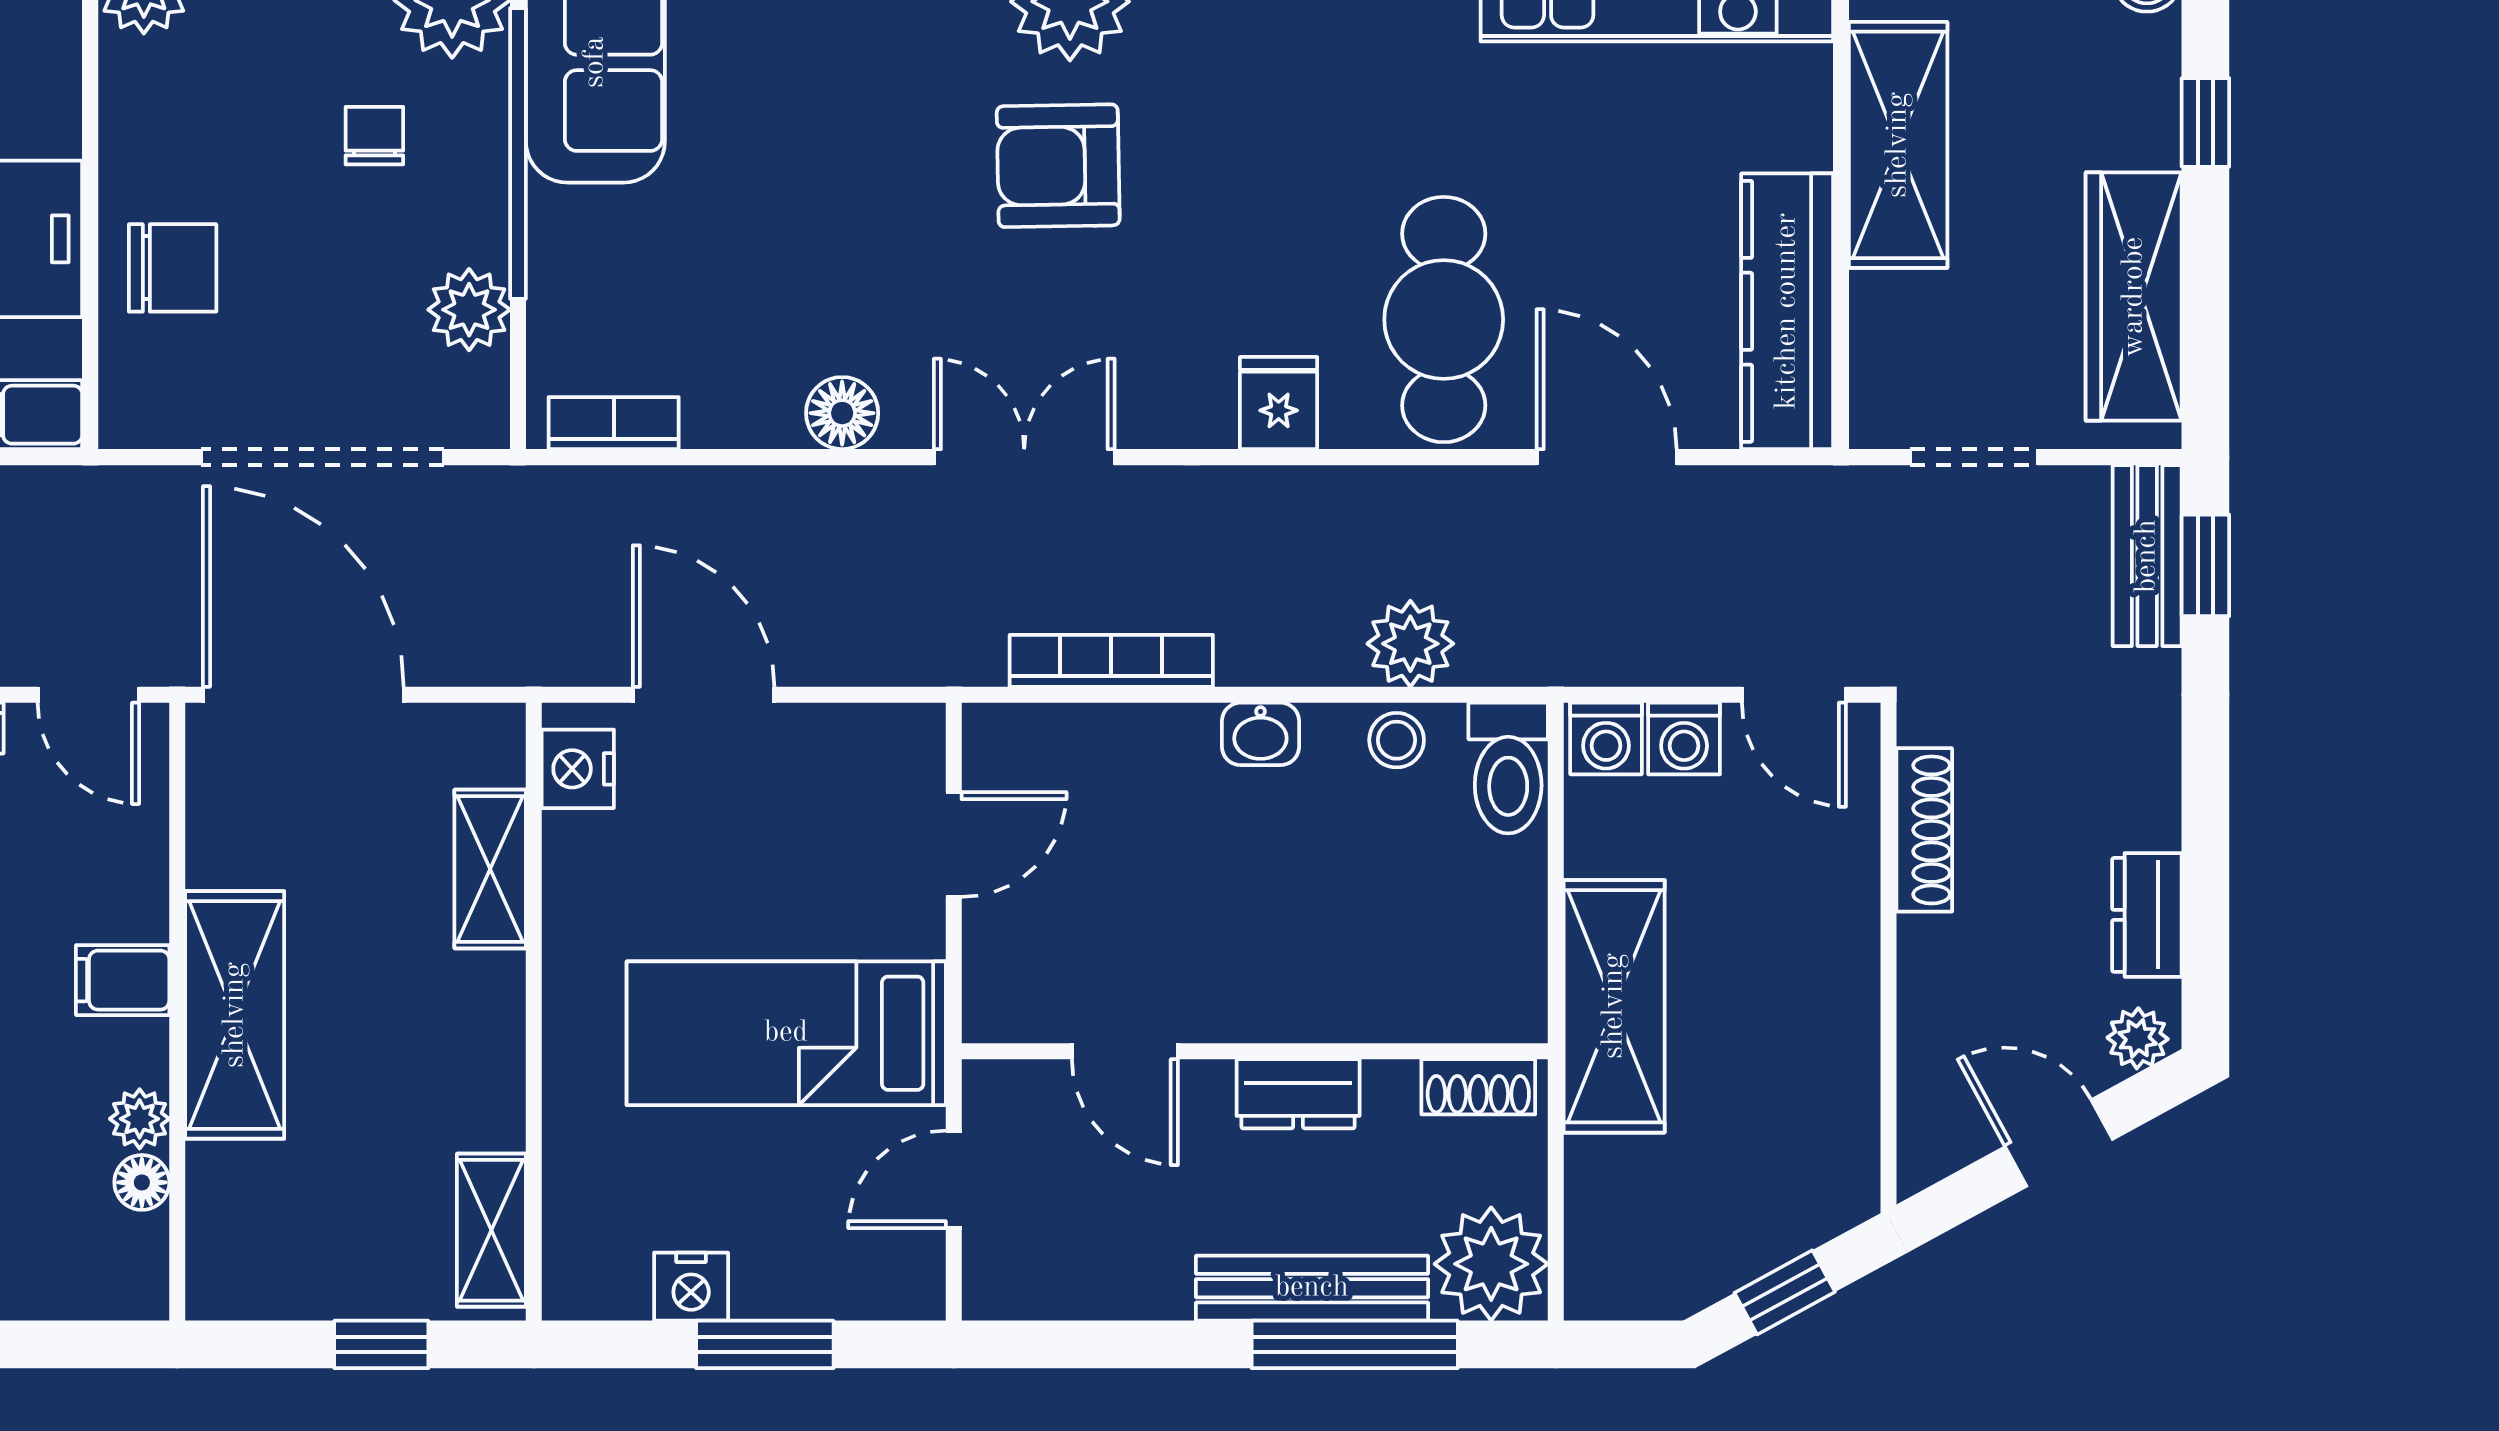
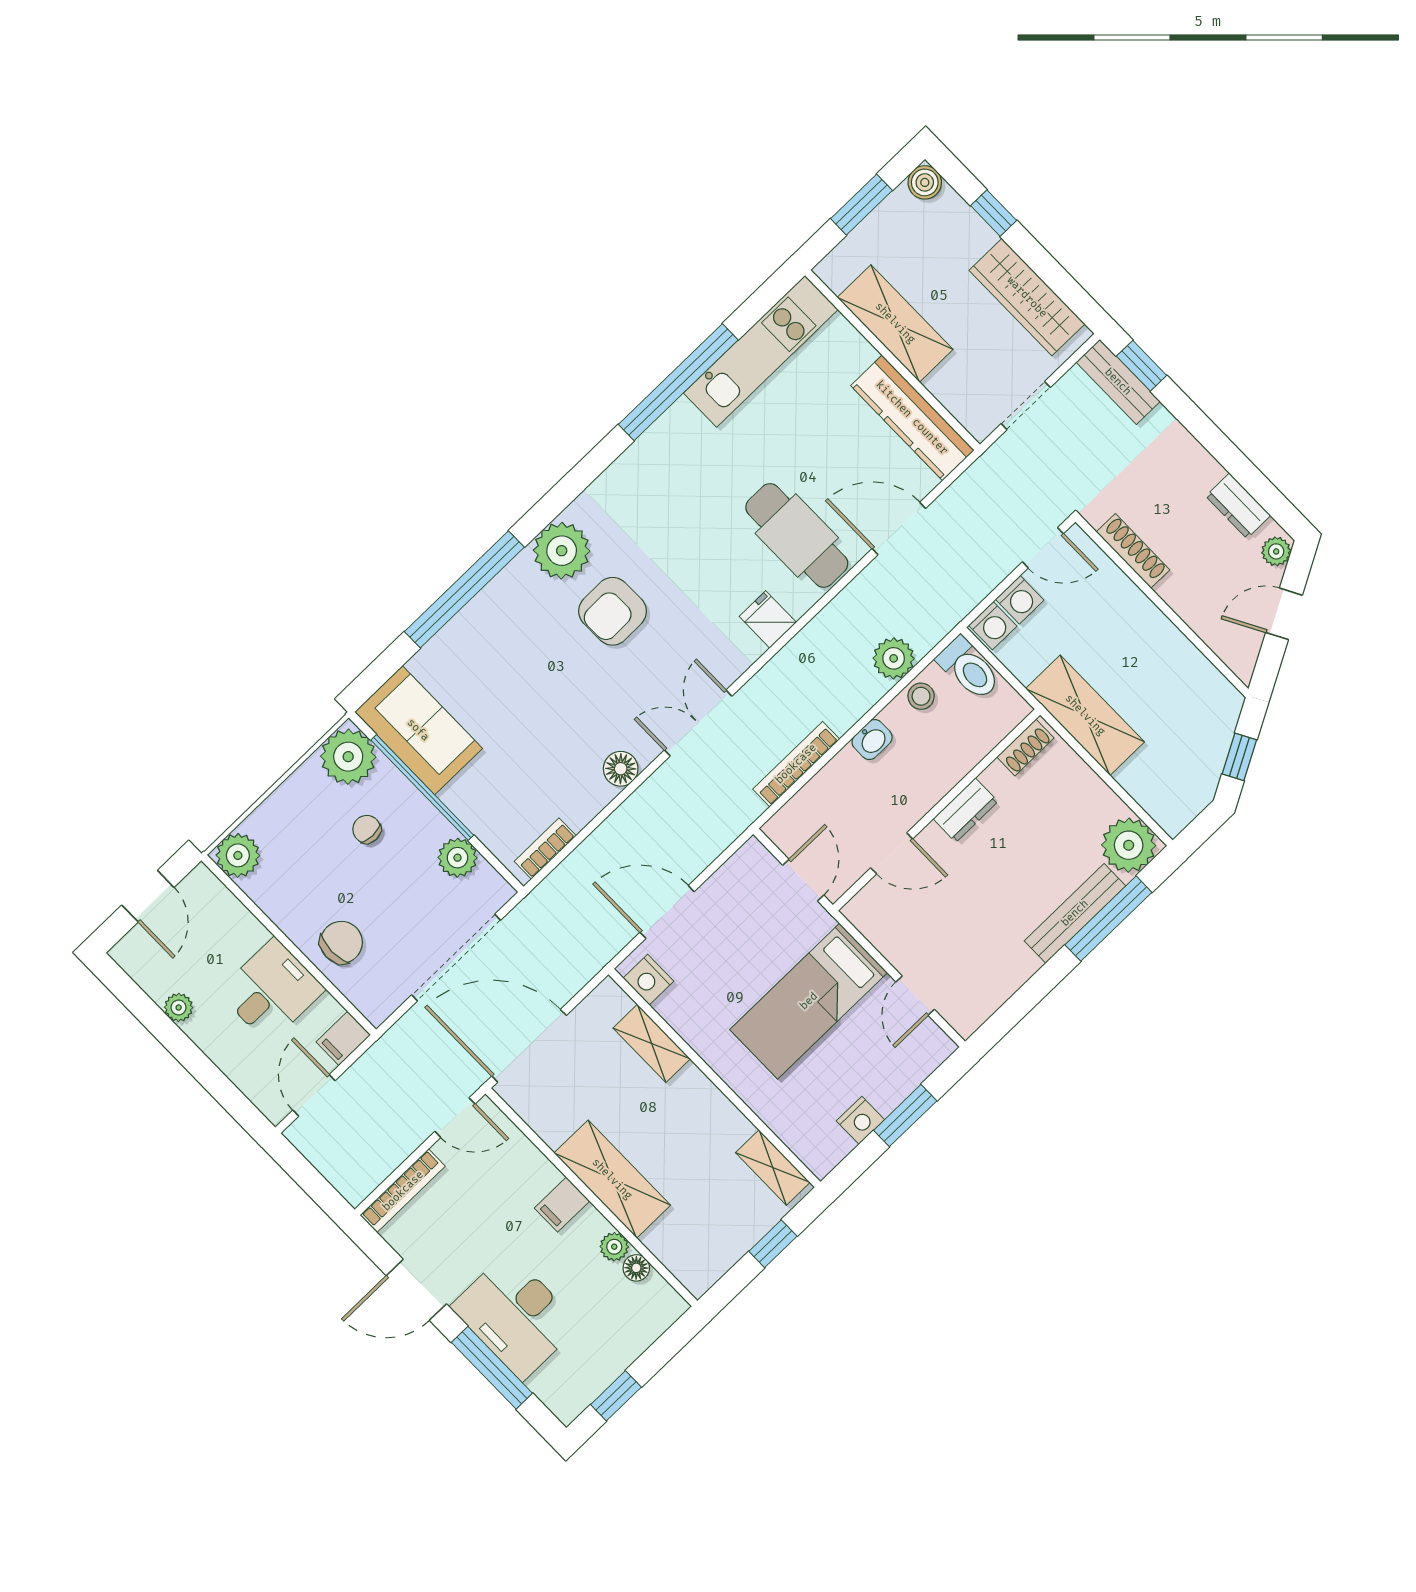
door: (1125, 1051) -> (892, 853), moved
wall: (1255, 1051) -> (936, 810), moved
shoe rack: (1478, 1087) -> (1025, 747), moved
dresser: (1298, 1094) -> (966, 810), moved

